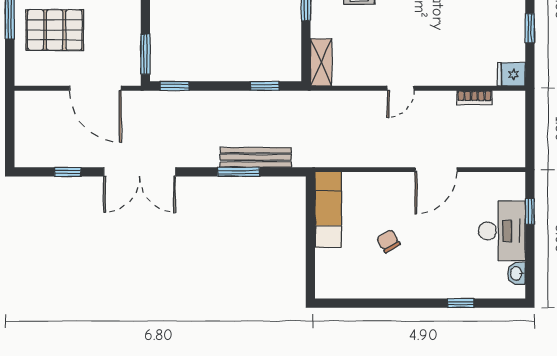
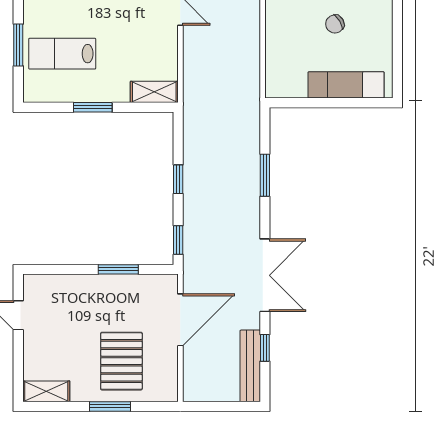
window: (145, 54) -> (118, 269), moved
window: (265, 86) -> (178, 179), moved
bench: (256, 157) -> (250, 366), moved
exam couch: (328, 209) -> (346, 85), moved

